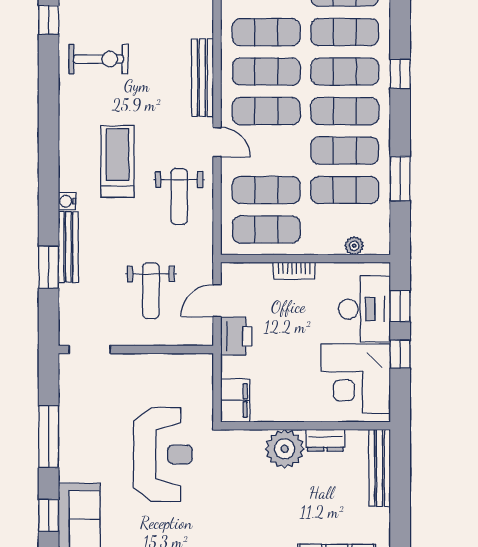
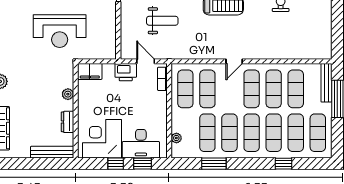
window: (400, 74) -> (284, 164), moved
bench: (202, 78) -> (270, 53), removed
weight bench: (179, 197) -> (204, 40), removed
bookcase: (294, 271) -> (162, 79), moved
weight bench: (151, 291) -> (162, 21), moved, turned 180
plant: (285, 449) -> (68, 94), width x0.53, depth x0.53

